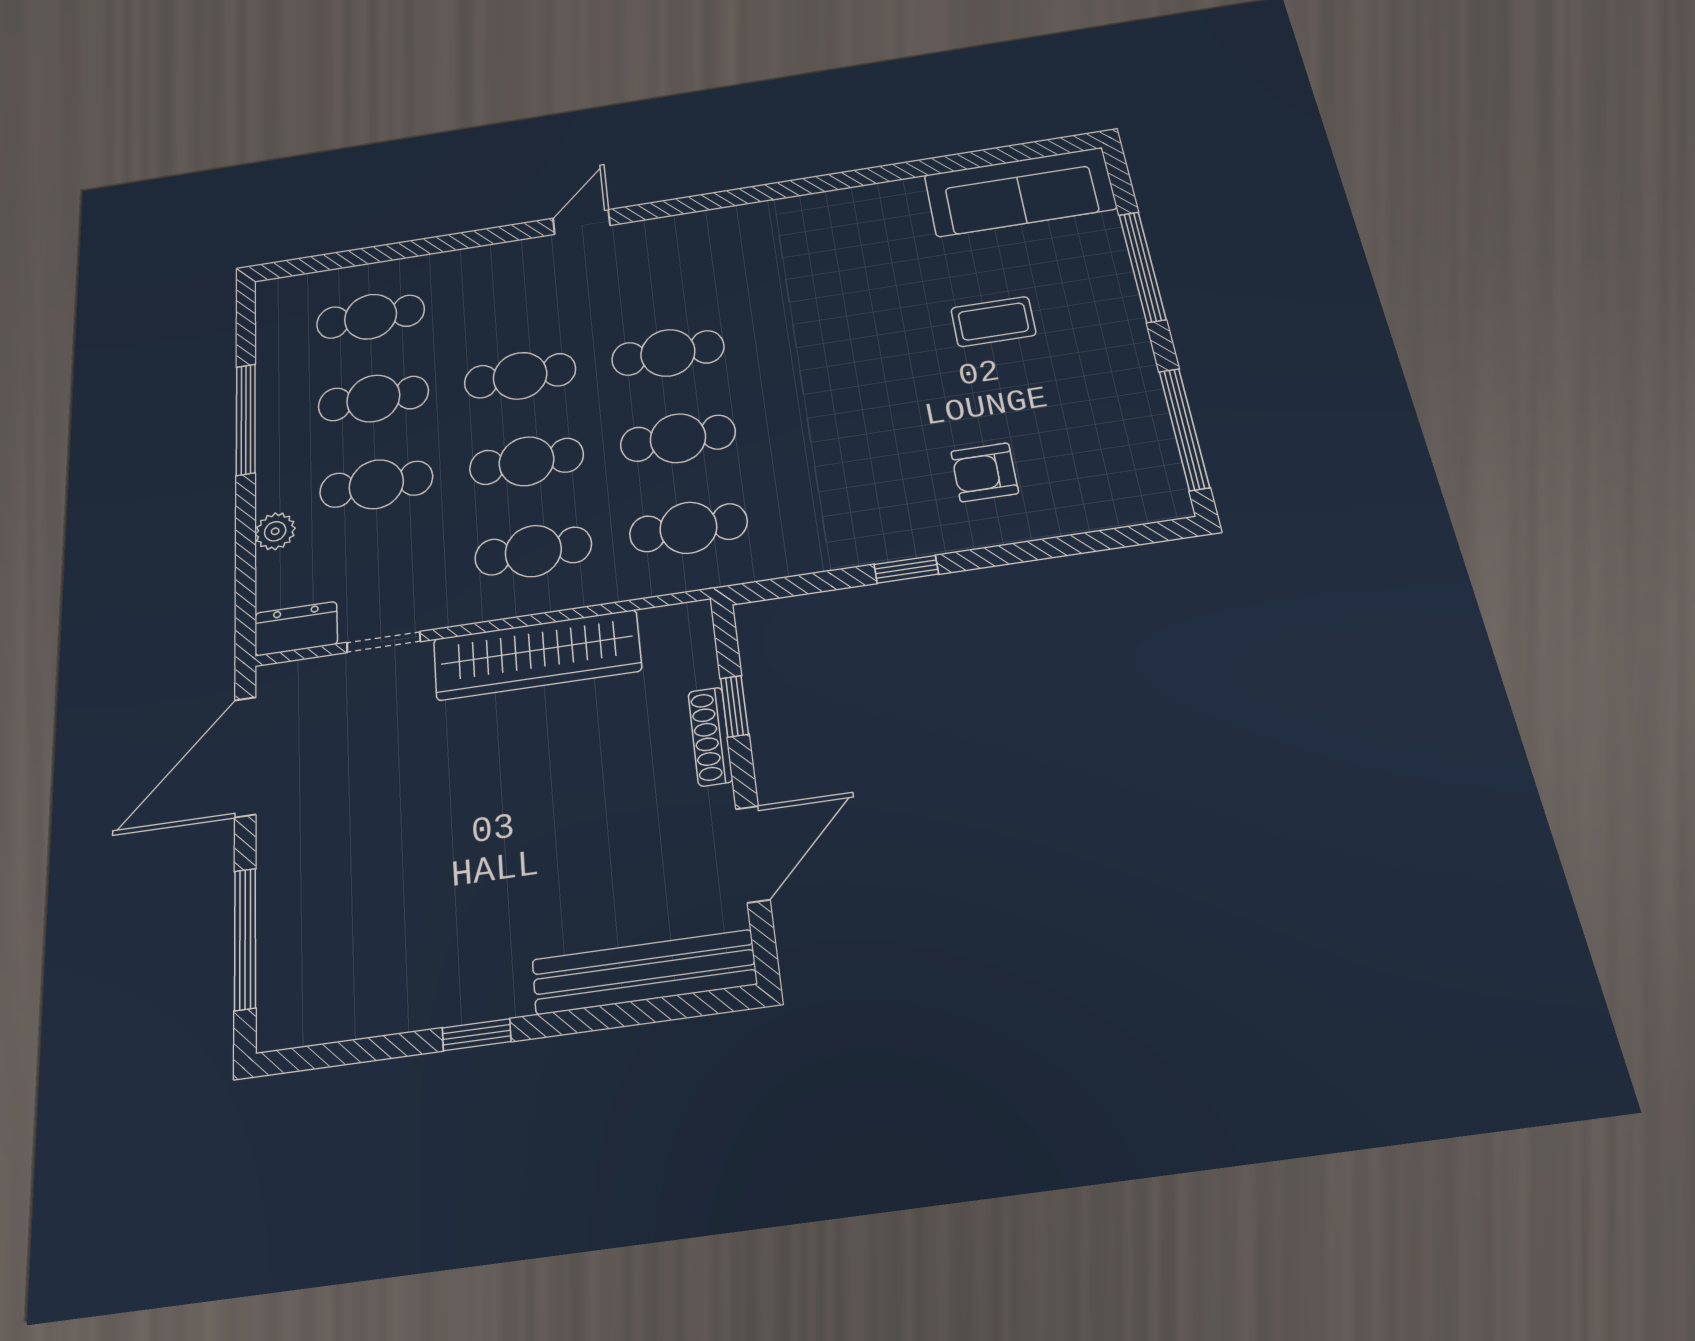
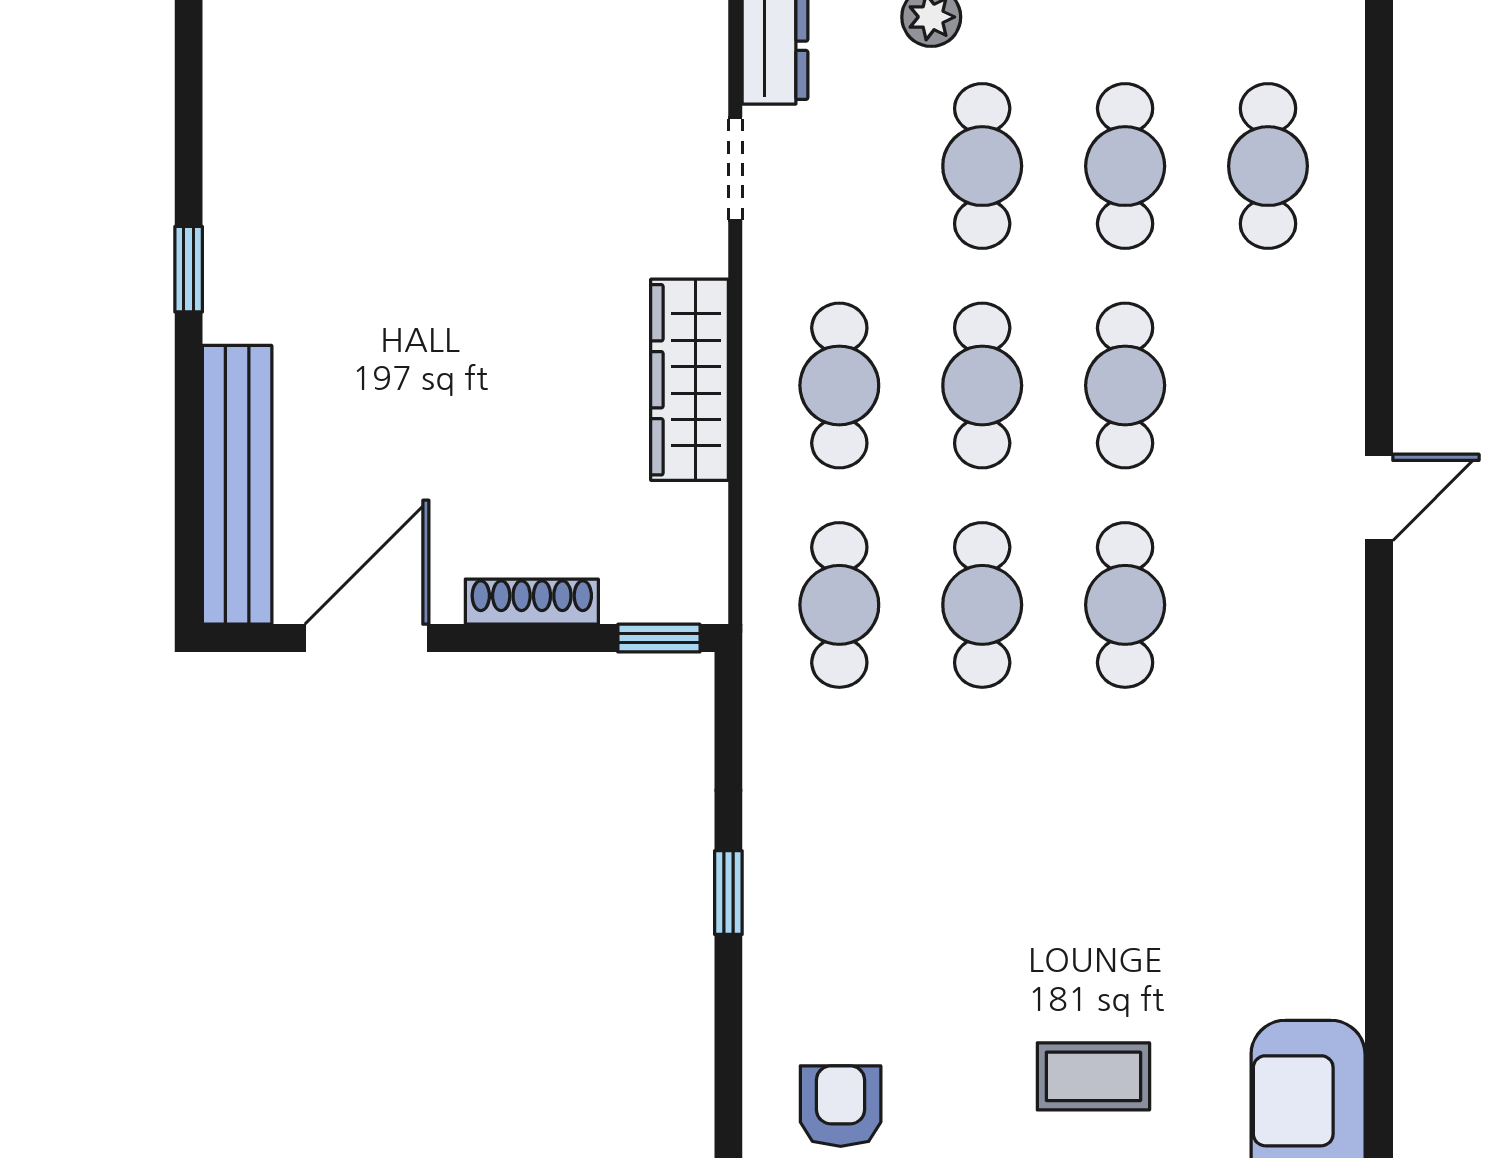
door: (582, 222) -> (1379, 497), hinge flipped
coffee table: (993, 322) -> (1093, 1076), turned 90
armchair: (985, 472) -> (841, 1106), moved
wardrobe: (537, 655) -> (690, 380), width x0.71, depth x0.85
window: (735, 706) -> (659, 638), moved
door: (753, 854) -> (367, 638), swing flipped

